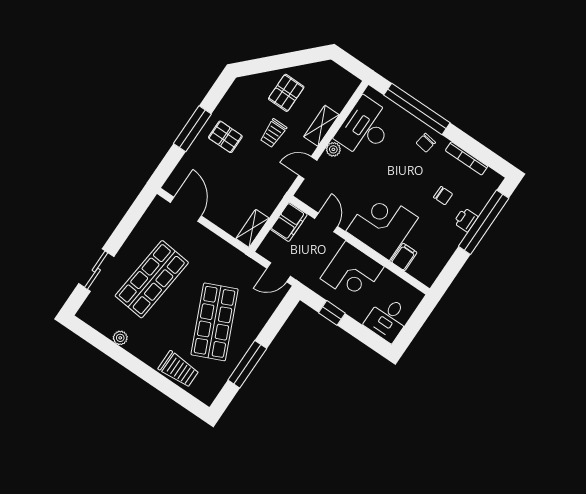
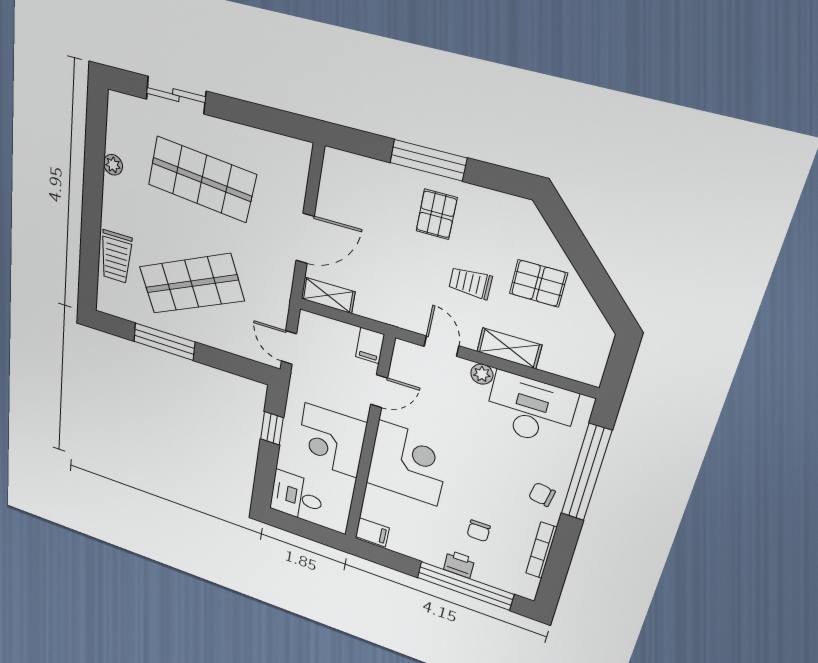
door: (186, 209) -> (305, 238), moved
filing cabinet: (289, 222) -> (370, 345), width x0.50
filing cabinet: (404, 257) -> (372, 532), moved

